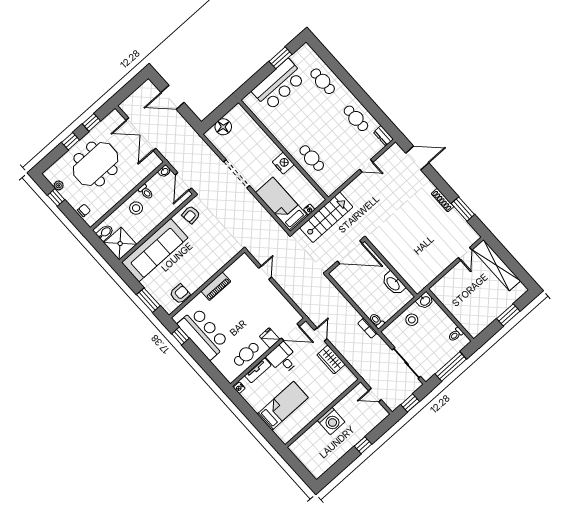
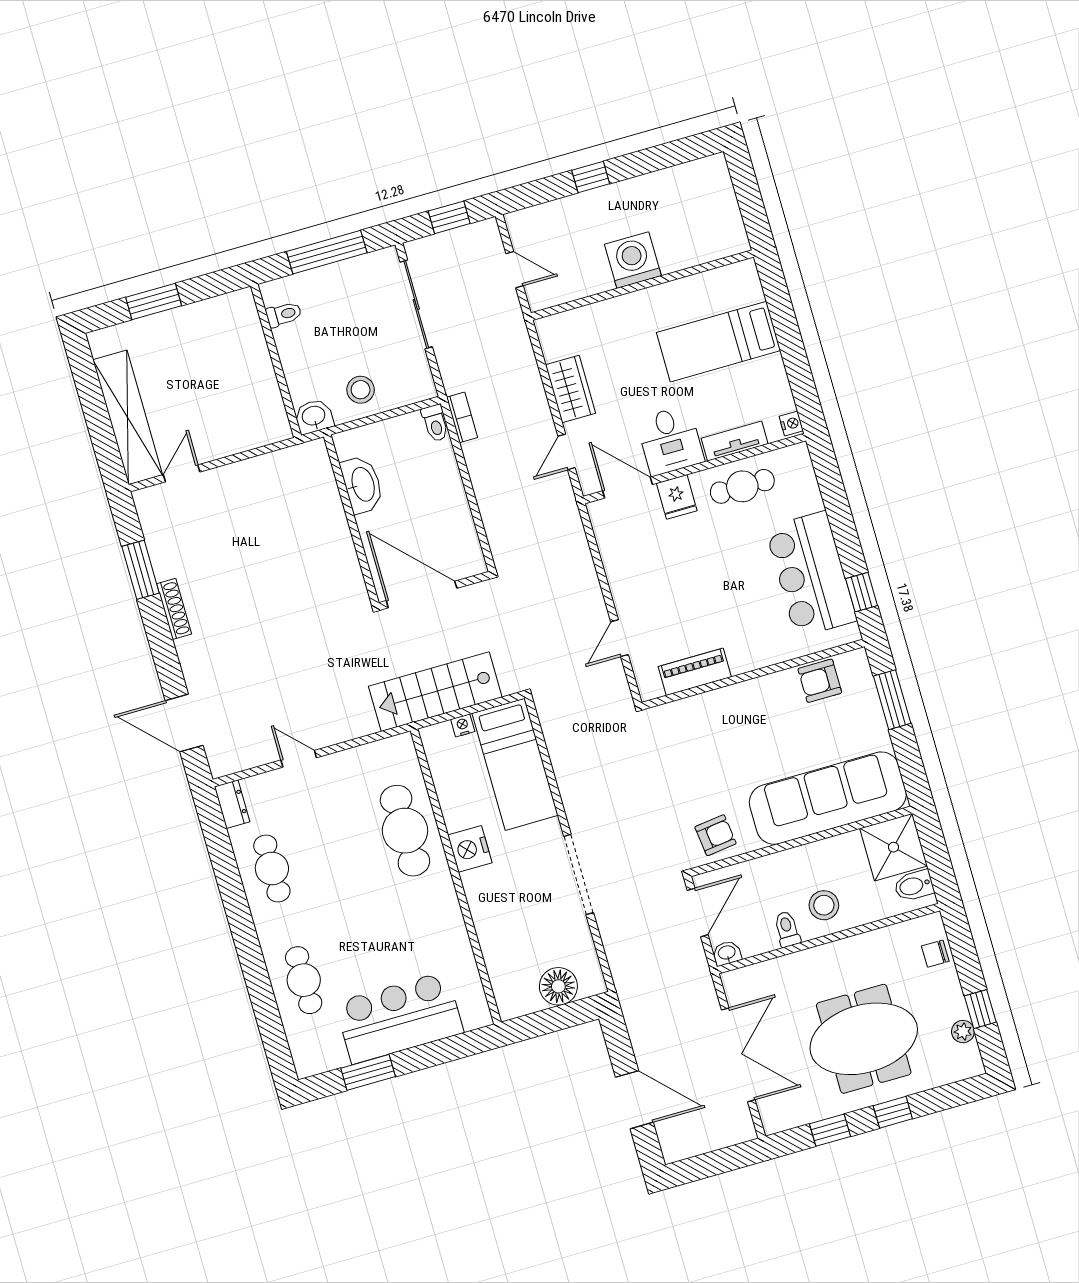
cafe table: (312, 158) -> (405, 831), width x1.37, depth x1.35
piano: (216, 286) -> (695, 672), moved

